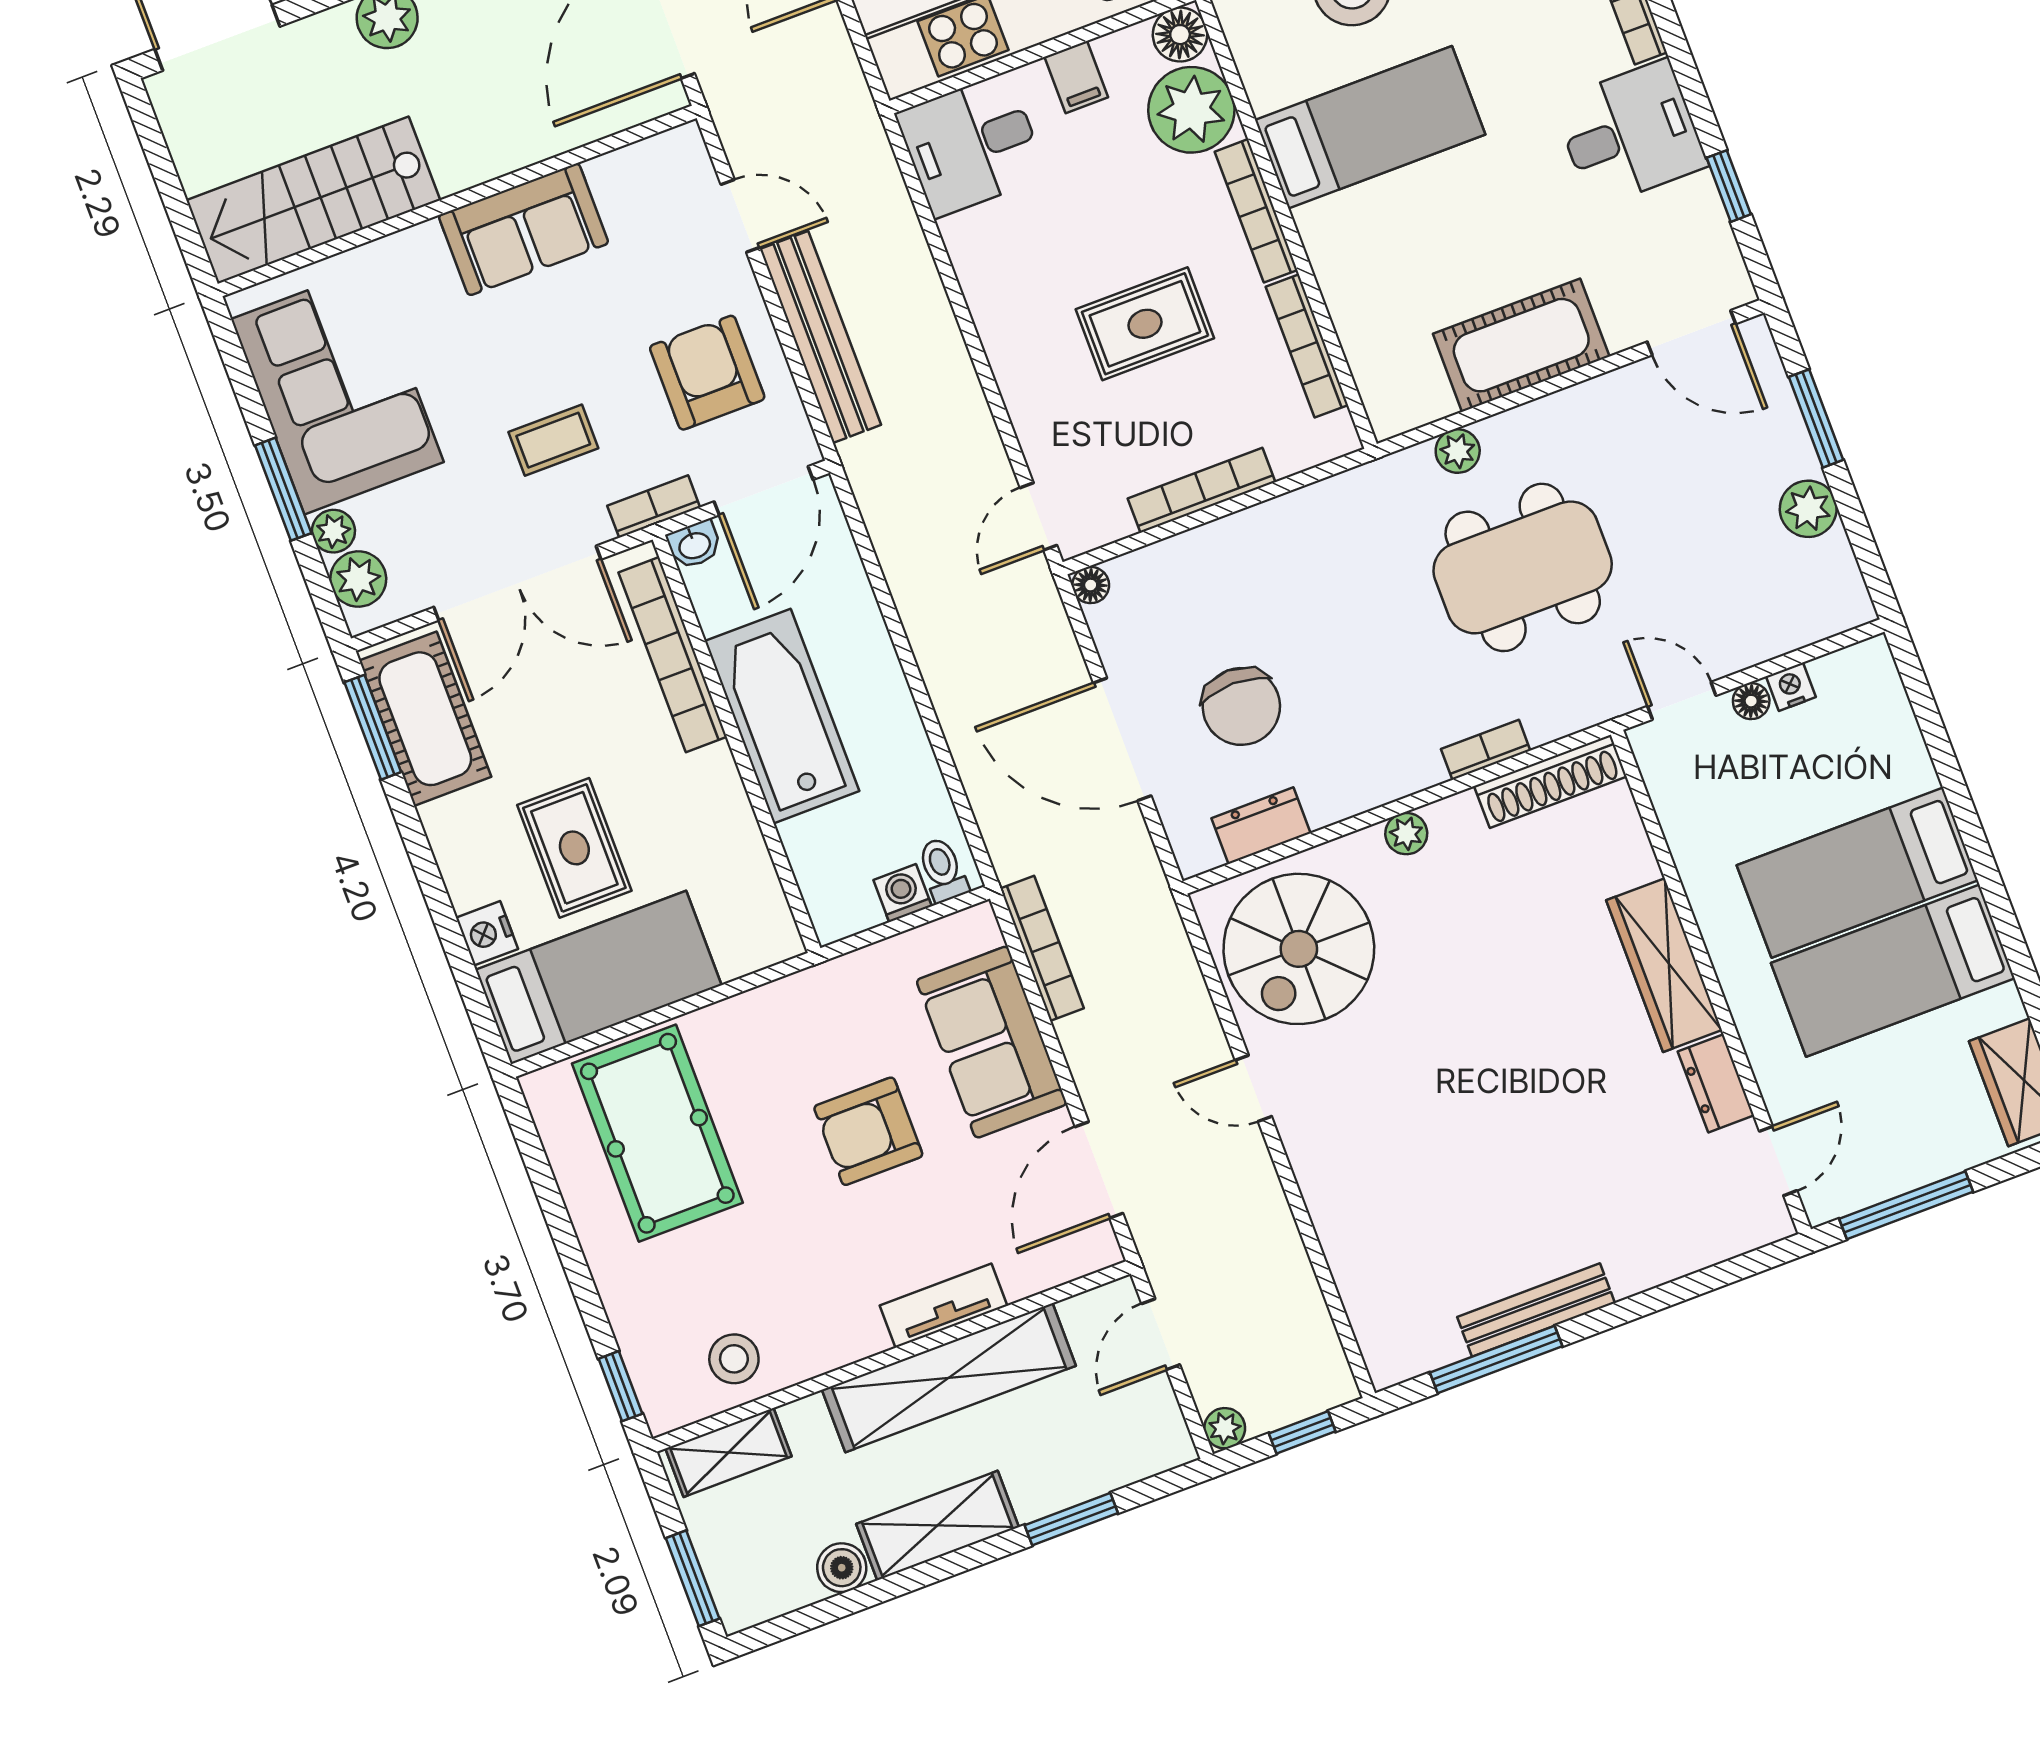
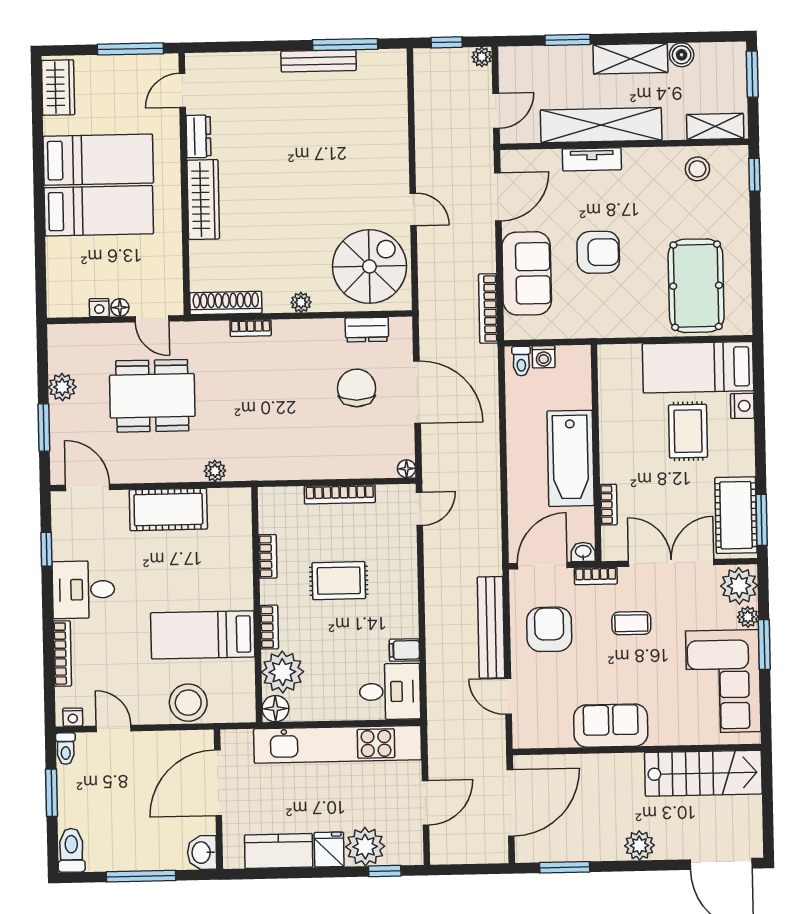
filing cabinet: (1076, 77) -> (404, 650), moved, turned -90
bookcase: (1256, 211) -> (269, 627), width x0.64
bookcase: (1307, 346) -> (268, 556), width x0.64
armchair: (707, 373) -> (549, 629), turned 180
dining table: (1523, 567) -> (152, 396), moved
plant: (358, 579) -> (739, 586), width x1.36, depth x1.36
bookcase: (673, 655) -> (609, 505), width x0.43, depth x0.76

